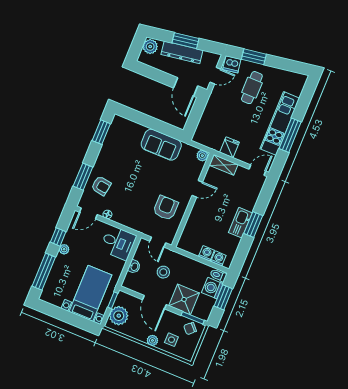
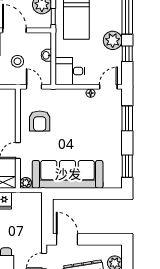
sofa: (161, 145) -> (68, 174), width x1.85, depth x1.27
armchair: (101, 186) -> (107, 117), removed
plant: (64, 249) -> (113, 40), width x1.88, depth x1.88

